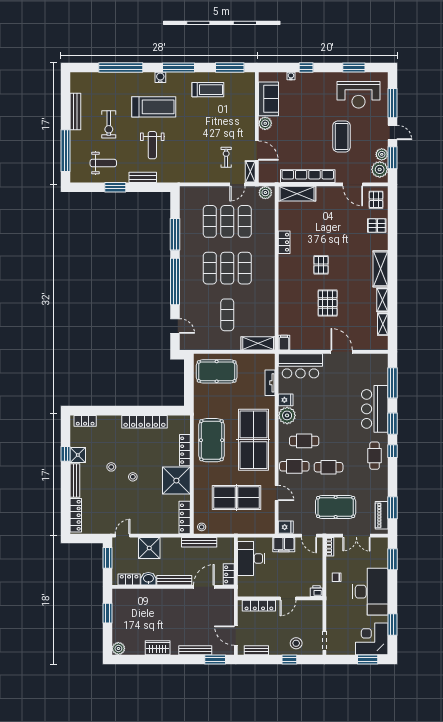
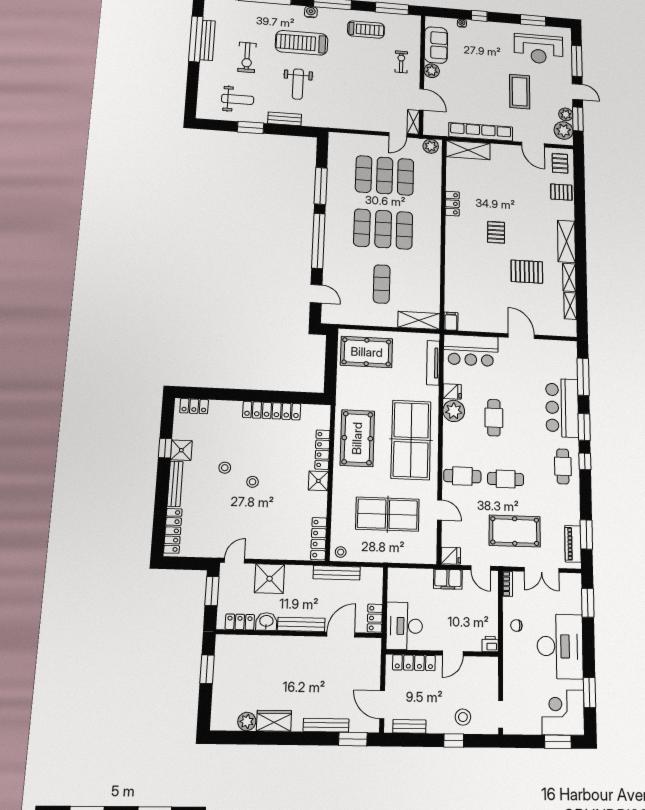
treadmill: (154, 107) -> (302, 43), turned 180
window: (66, 151) -> (196, 39), moved
exercise bike: (226, 157) -> (401, 62), moved
pallet: (328, 303) -> (527, 272), moved, turned 90
tv unit: (270, 383) -> (433, 363), width x1.41
cafe table: (304, 441) -> (494, 418), moved, turned 90
shower: (176, 481) -> (318, 481), width x0.54, depth x0.54
desk: (251, 559) -> (404, 626), moved
plant: (118, 648) -> (247, 721), moved

